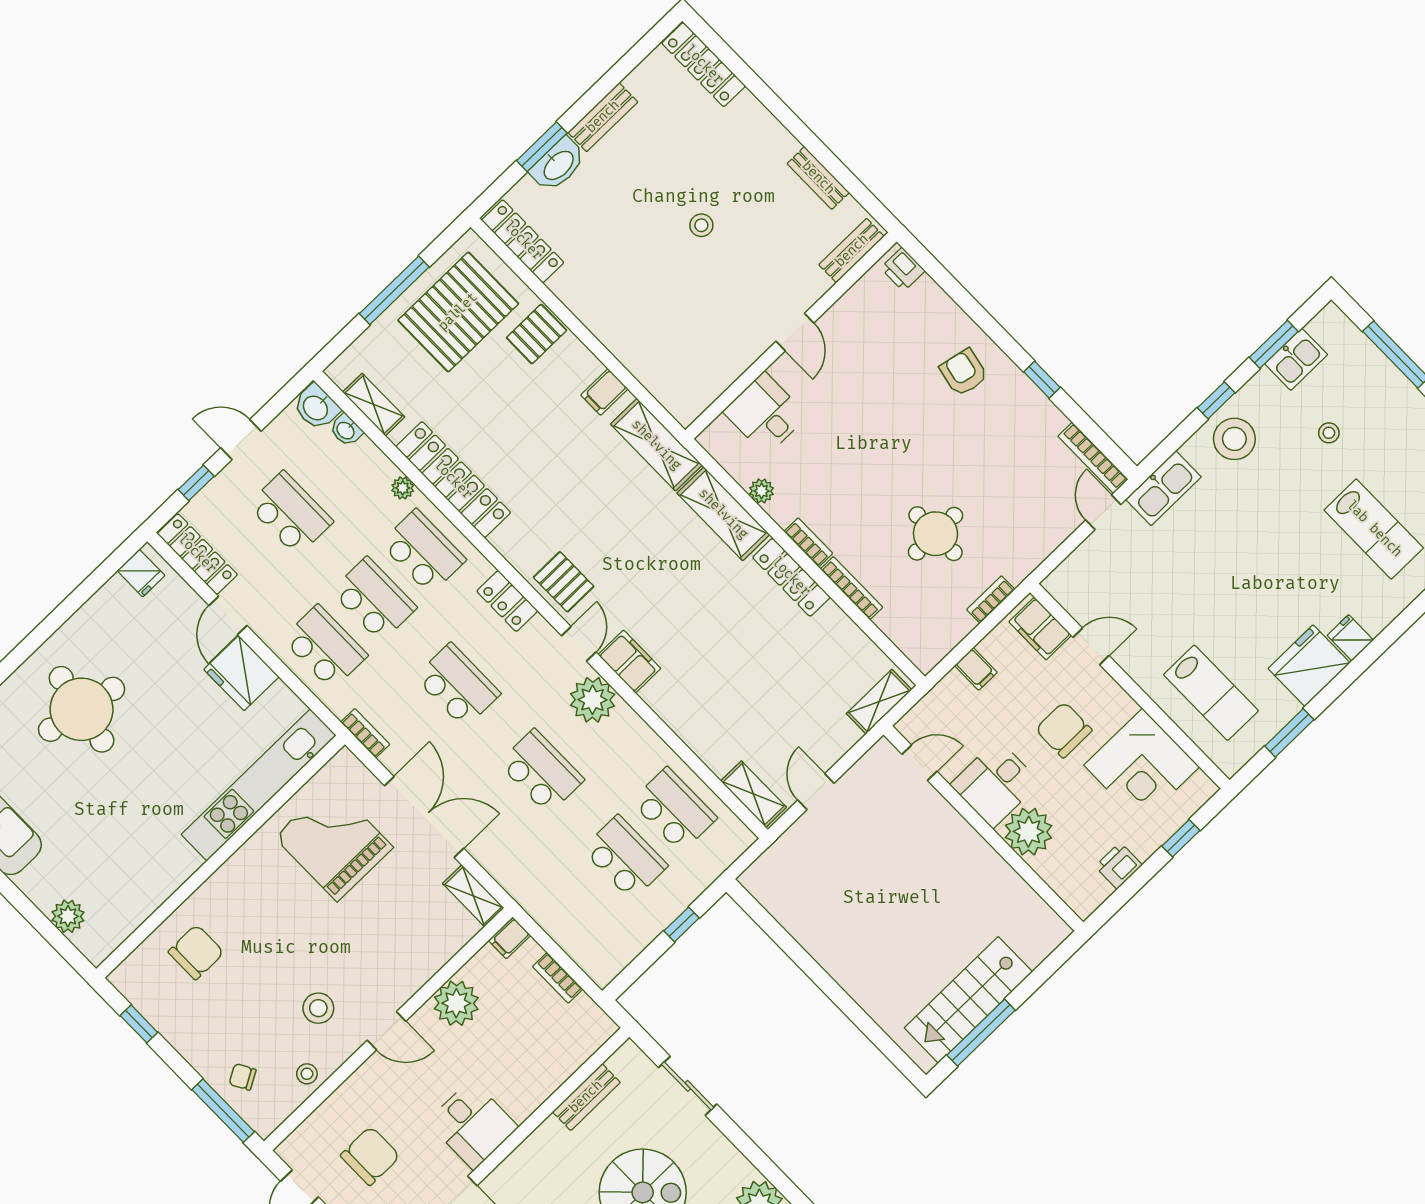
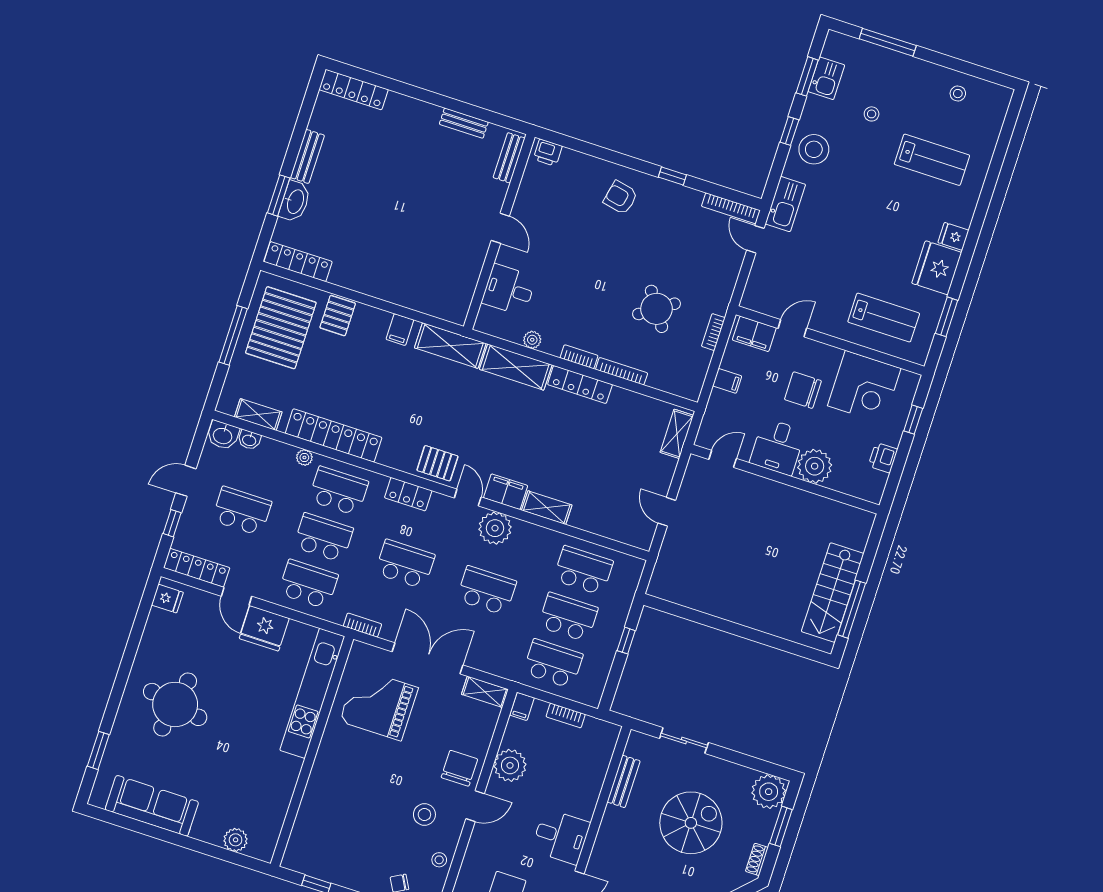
stool: (701, 225) -> (406, 192), removed
round table: (936, 534) -> (657, 309), turned -34
shelving: (754, 794) -> (547, 508), moved
school desk: (576, 905) -> (553, 664), added
chair: (196, 952) -> (459, 768), moved

